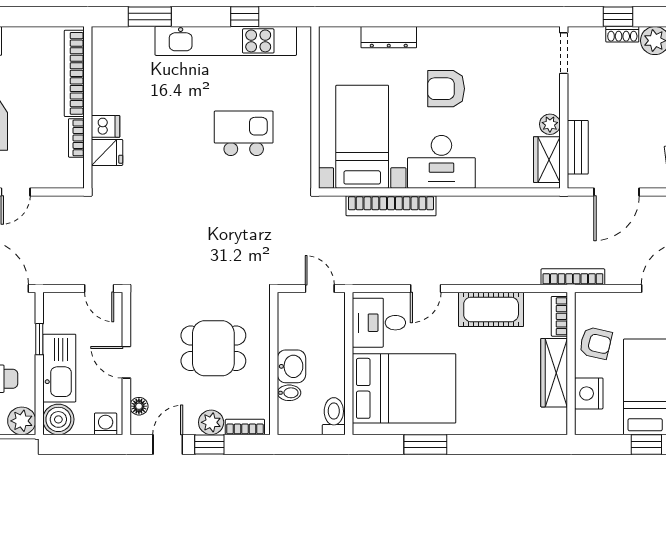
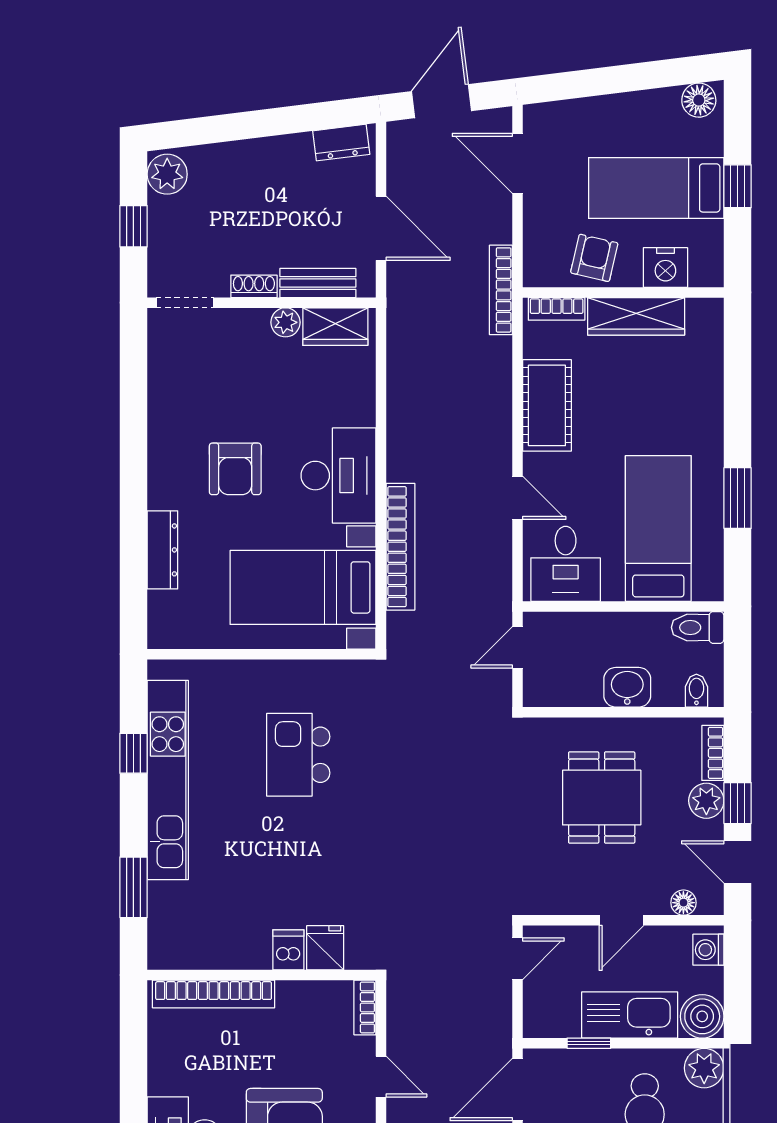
shoe rack: (622, 34) -> (254, 286), moved, turned -90
bookcase: (76, 138) -> (365, 1007), moved, turned 90
bed: (404, 388) -> (658, 528), width x0.67
bidet: (289, 393) -> (696, 691), moved

